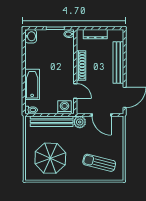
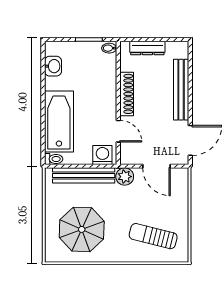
washbasin: (31, 36) -> (53, 66), moved
bathtub: (32, 84) -> (59, 122), width x1.36, depth x1.36

